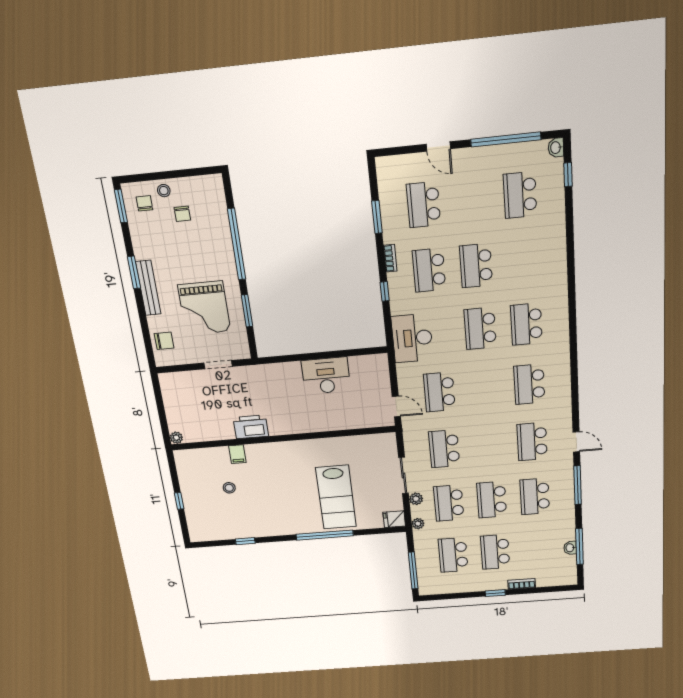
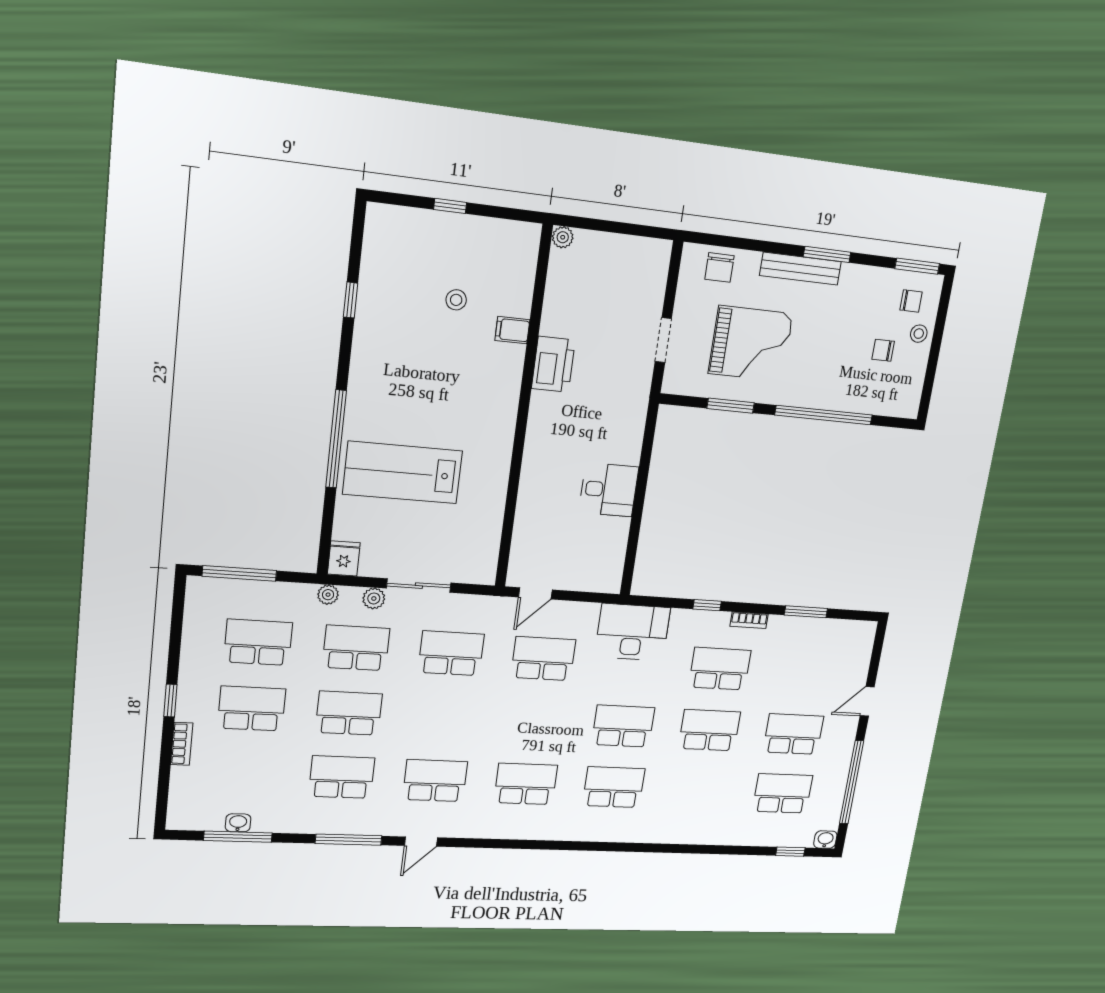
school desk: (423, 205) -> (793, 734), moved
grand piano: (204, 308) -> (751, 344), turned 180
desk: (326, 376) -> (609, 490), width x0.73

